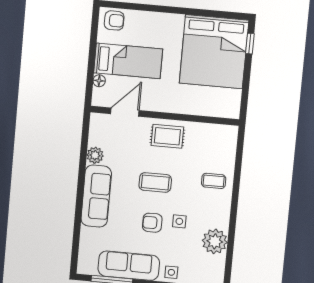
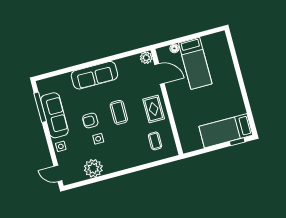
armchair: (114, 20) -> (219, 44), removed
bed: (214, 52) -> (226, 131), width x0.49
plant: (95, 155) -> (146, 58), moved
coffee table: (214, 181) -> (155, 141), moved
armchair: (152, 223) -> (90, 120), turned -90

